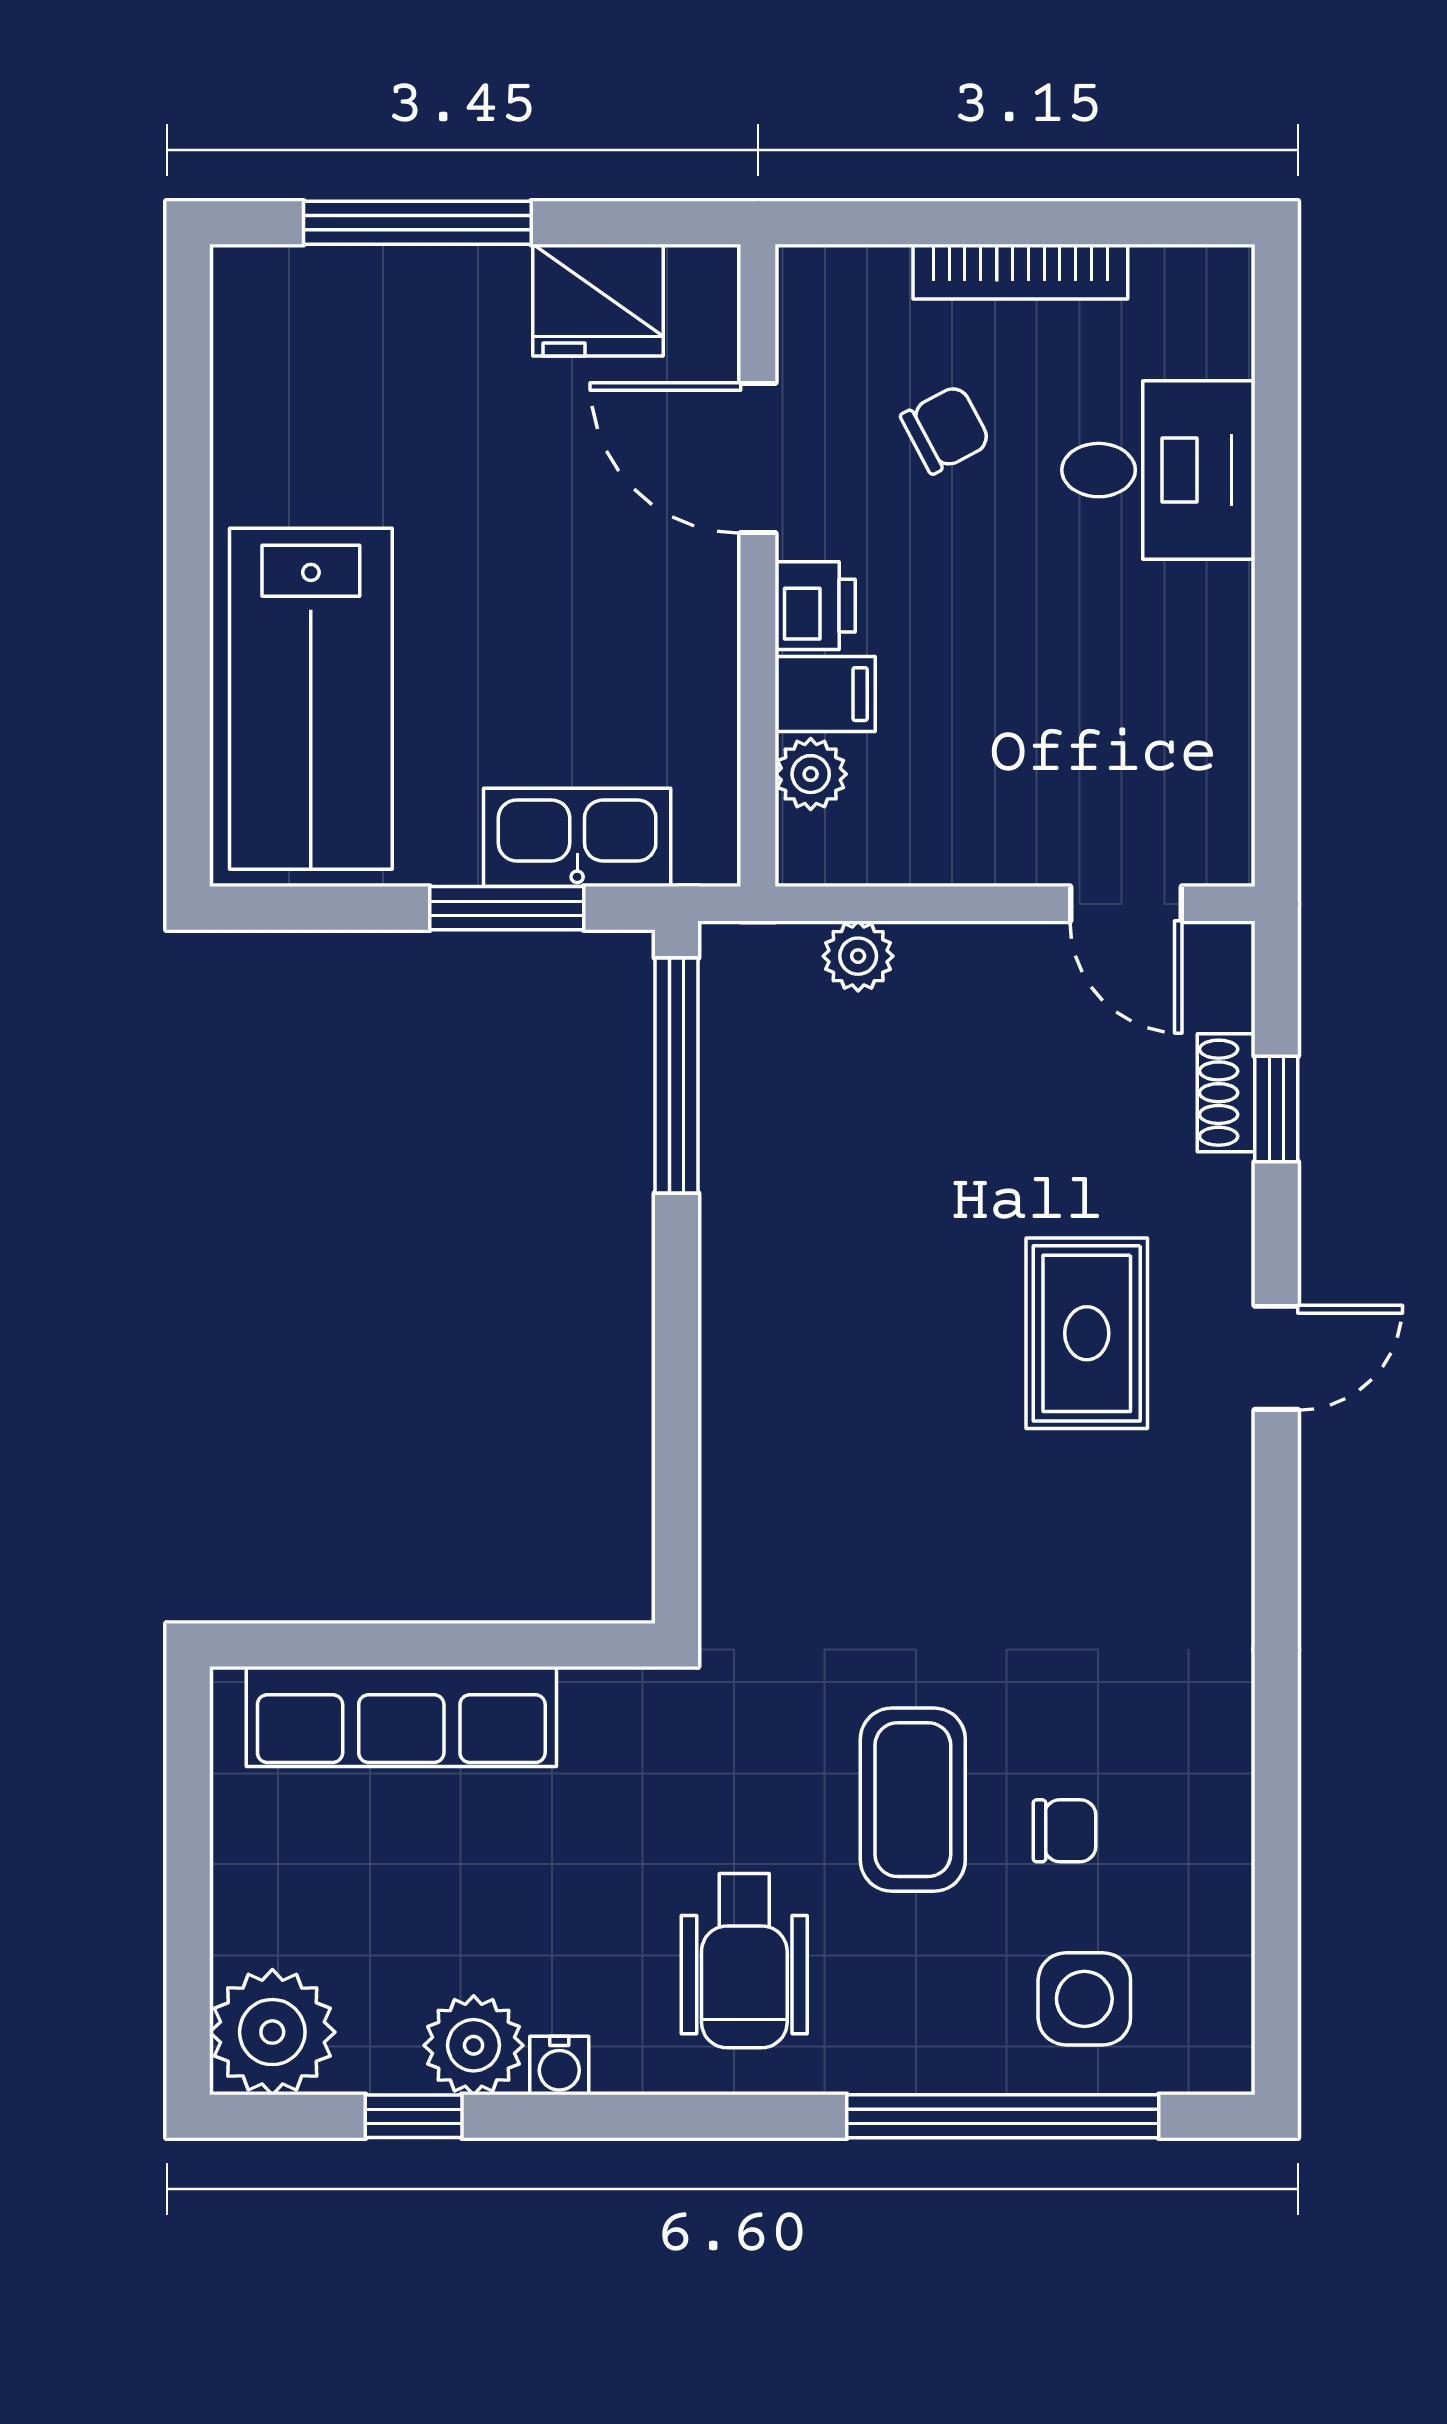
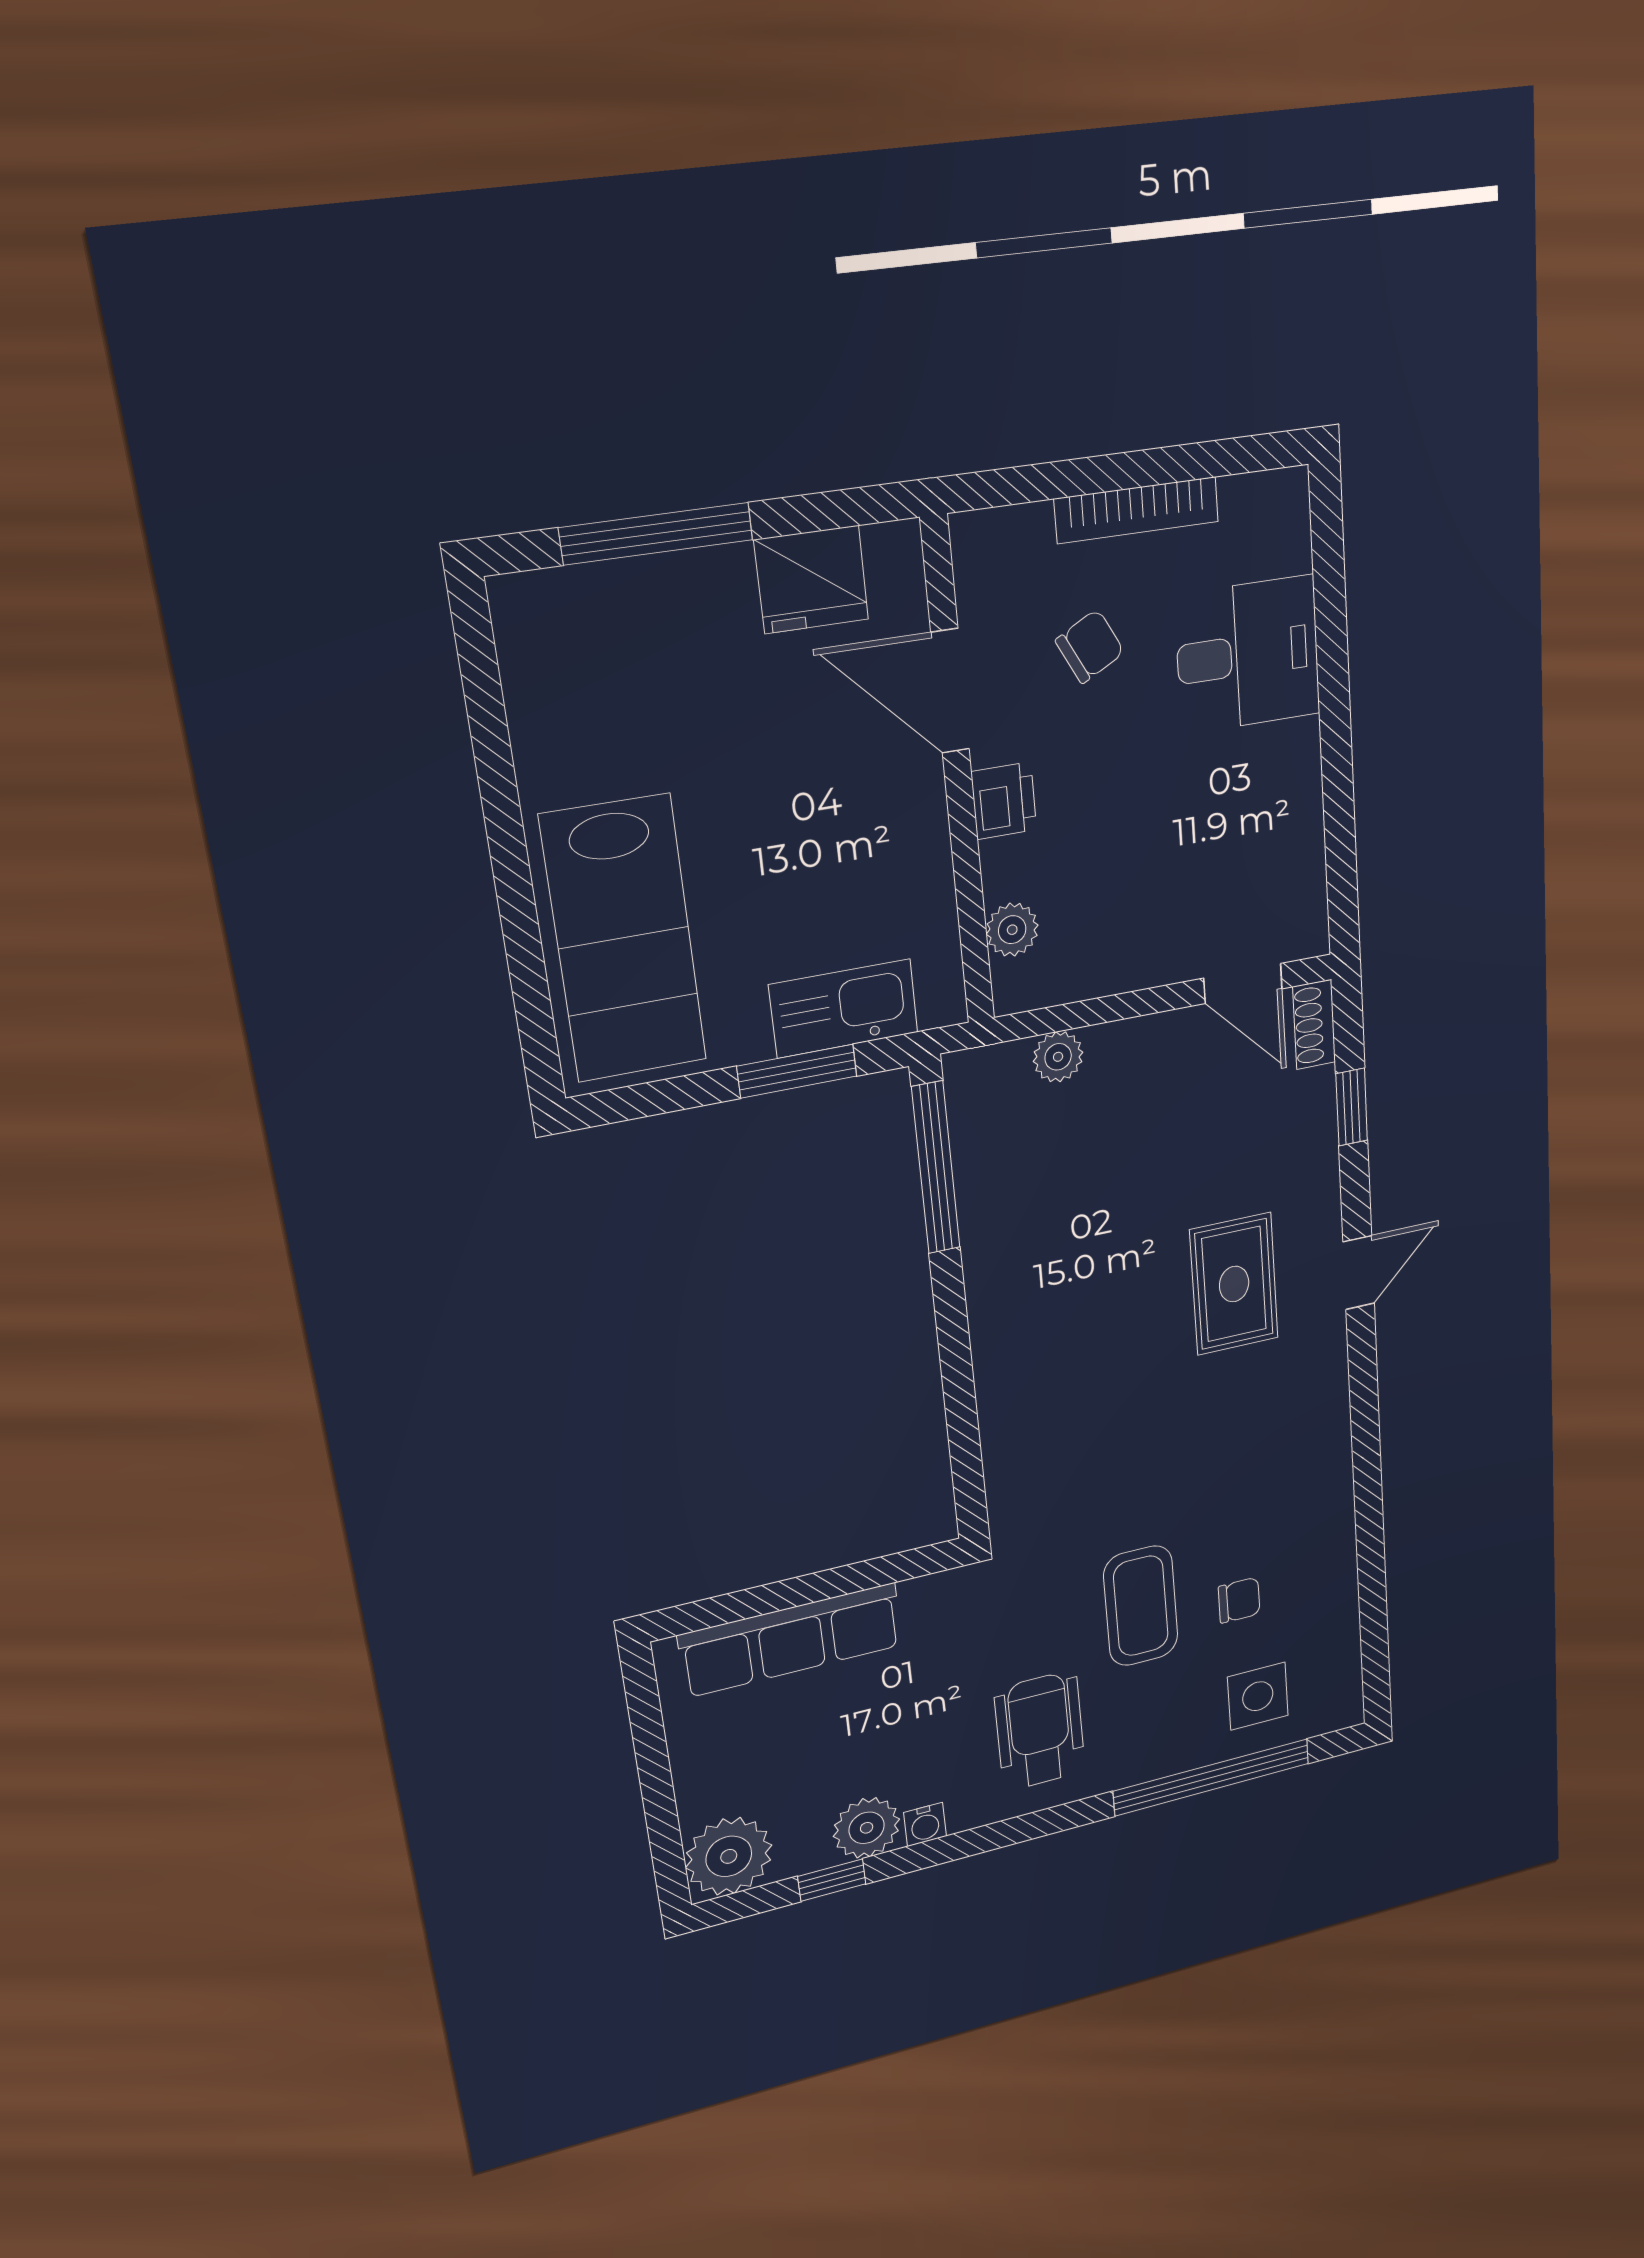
filing cabinet: (825, 694) -> (1017, 867), removed
shoe rack: (1226, 1093) -> (1314, 1024), moved
wheelchair: (744, 1961) -> (1040, 1731), turned 180

